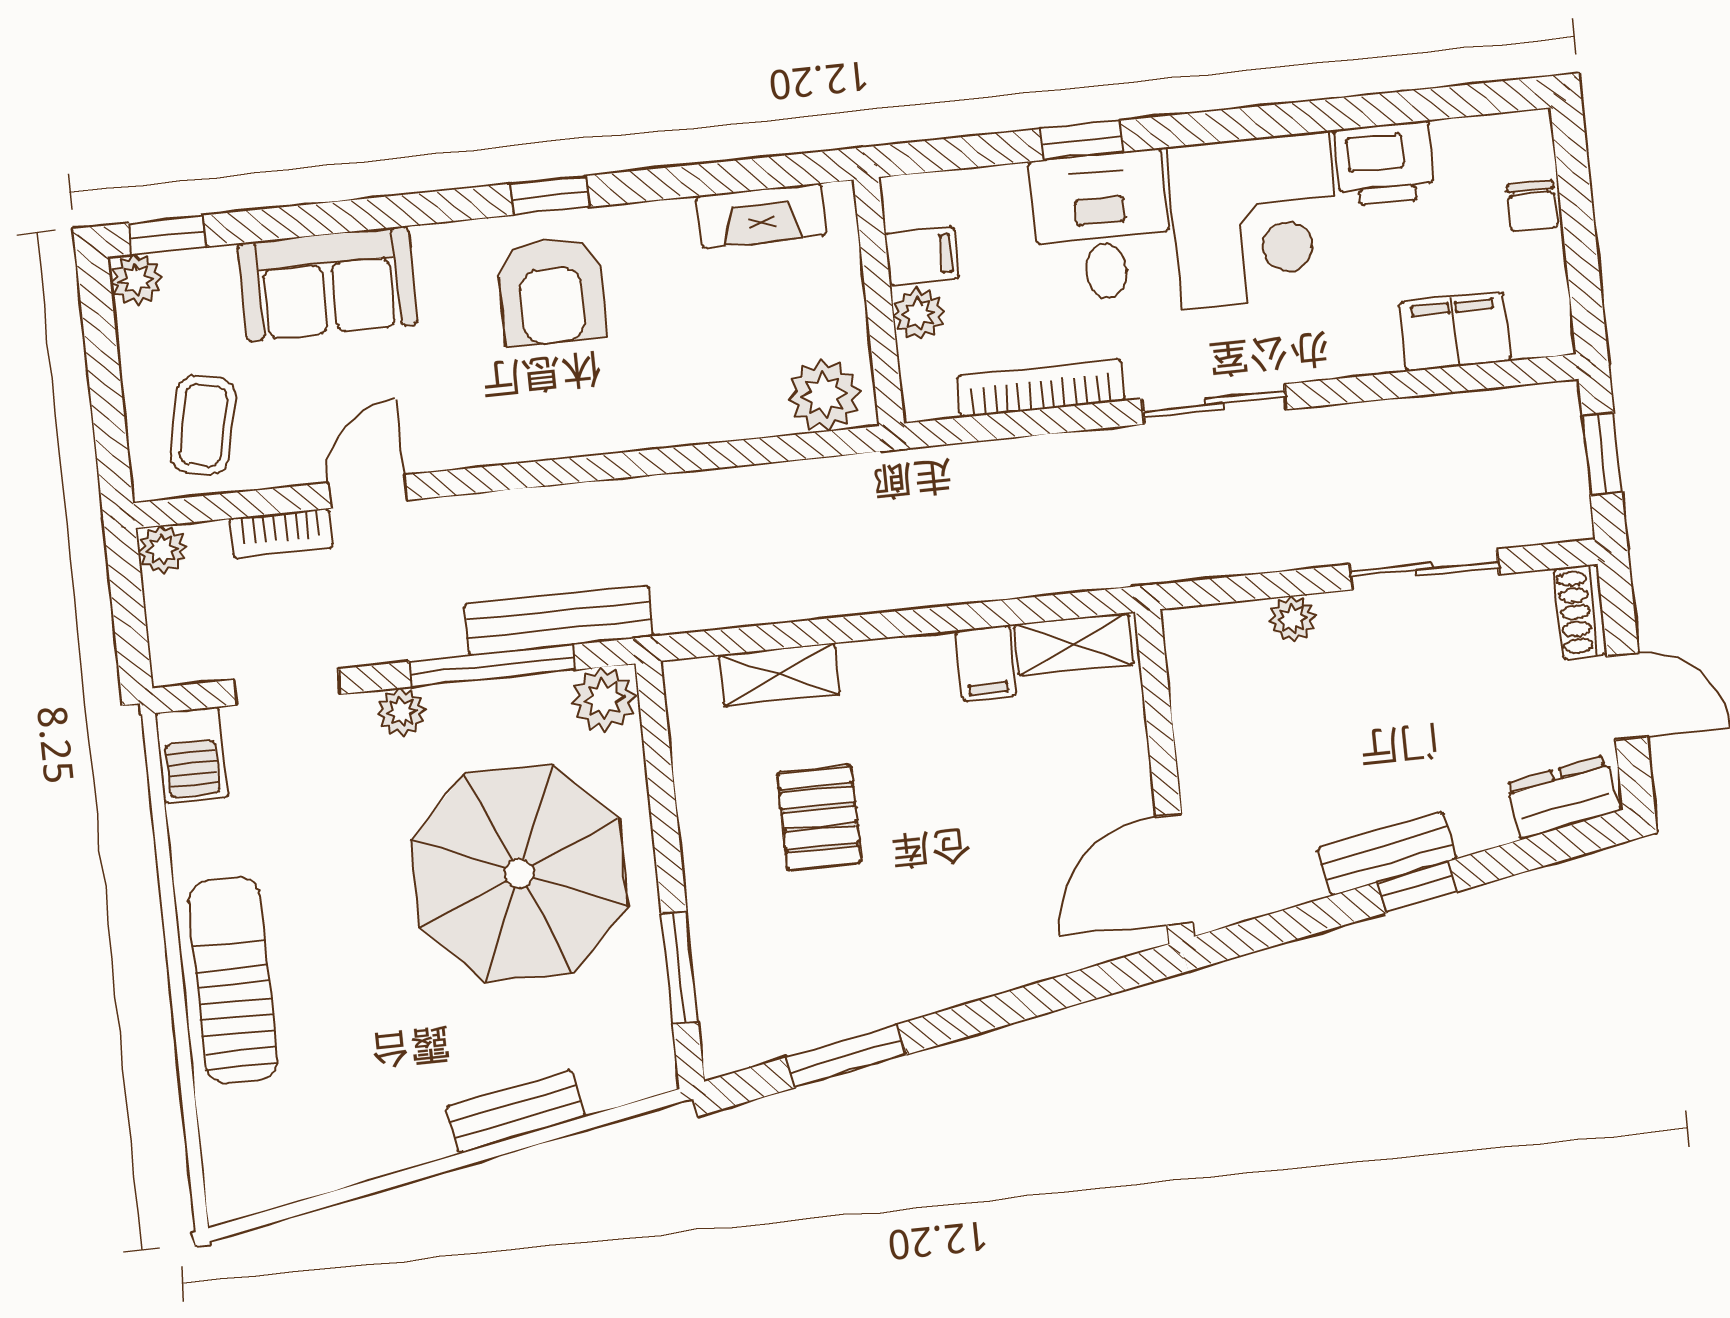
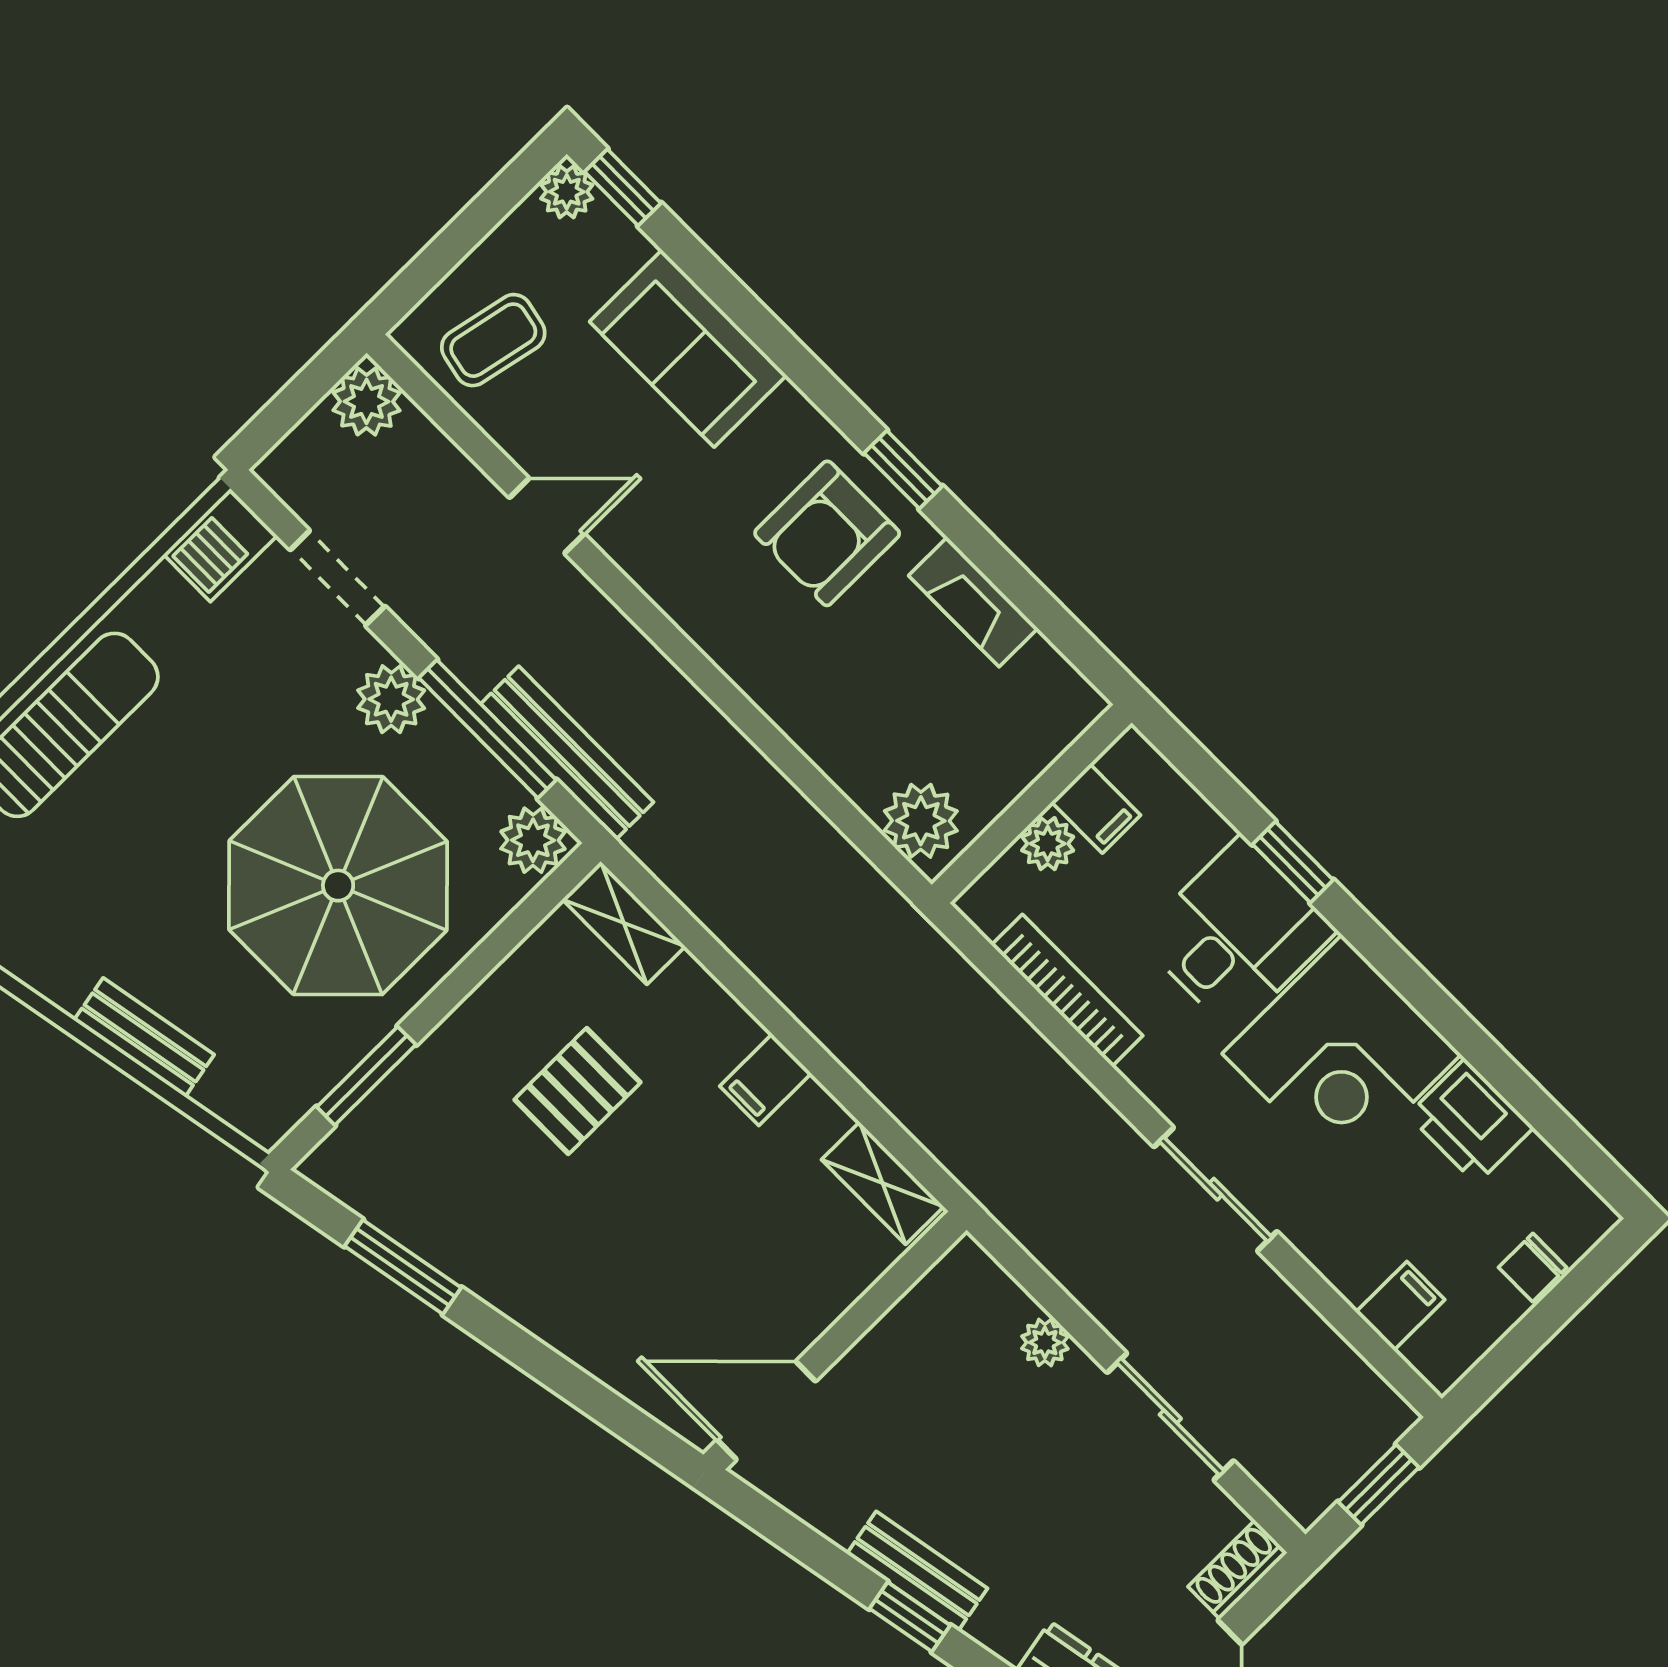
fireplace: (761, 216) -> (973, 602), moved
filing cabinet: (1455, 332) -> (1400, 1306), width x0.50
sliding door: (1214, 404) -> (1216, 1189), moved
bookcase: (281, 533) -> (457, 473), removed
plant: (162, 550) -> (367, 401), width x1.38, depth x1.38
filing cabinet: (986, 663) -> (766, 1080), moved
shelving: (779, 675) -> (624, 923), moved
plant: (401, 712) -> (391, 699), width x1.38, depth x1.38

